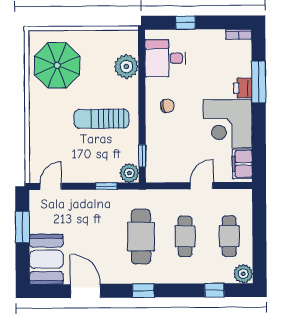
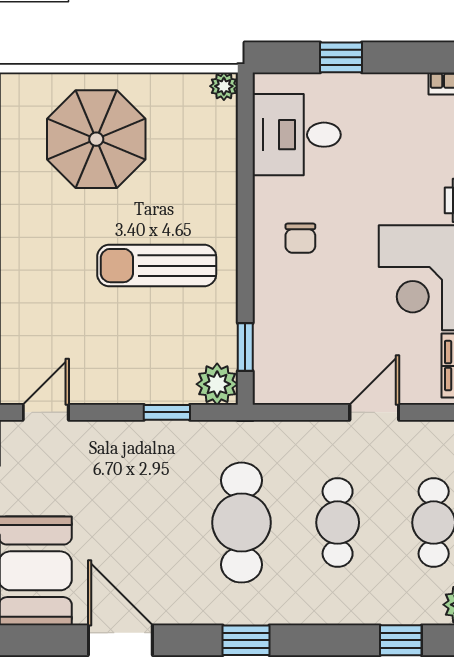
parasol: (57, 65) -> (96, 139), moved
plant: (126, 66) -> (224, 86), moved, width x0.53, depth x0.53
chair: (167, 106) -> (300, 238), turned 101

